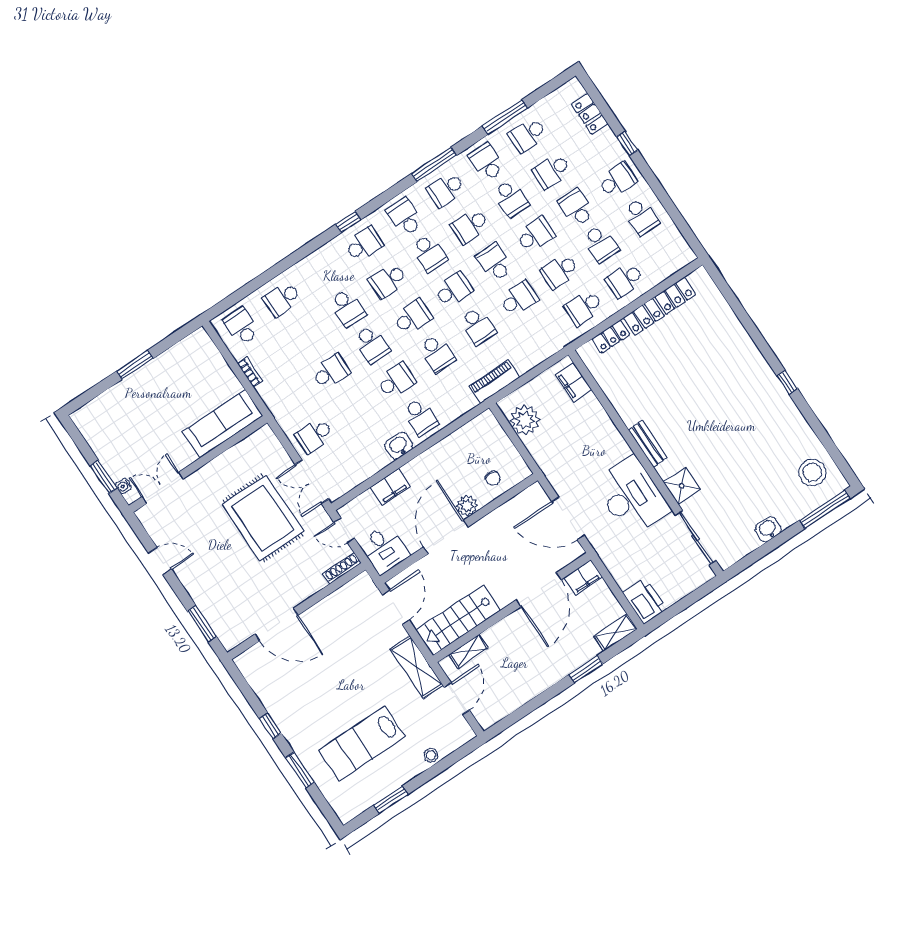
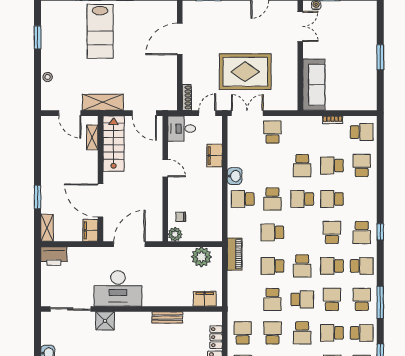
school desk: (413, 317) -> (332, 166), moved, turned 90
bench: (648, 444) -> (167, 317), moved
plant: (467, 506) -> (175, 234), moved
door: (446, 537) -> (165, 168), width x0.53
lab bench: (362, 743) -> (100, 31), moved, turned 180

